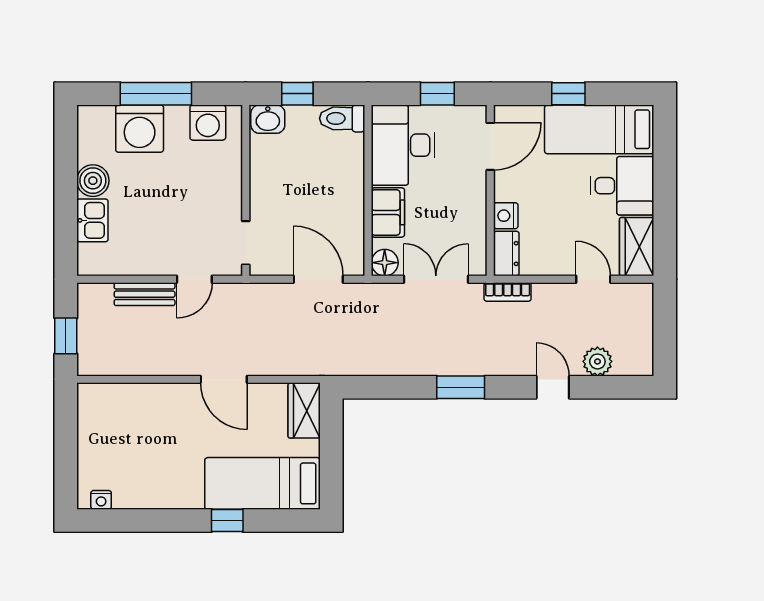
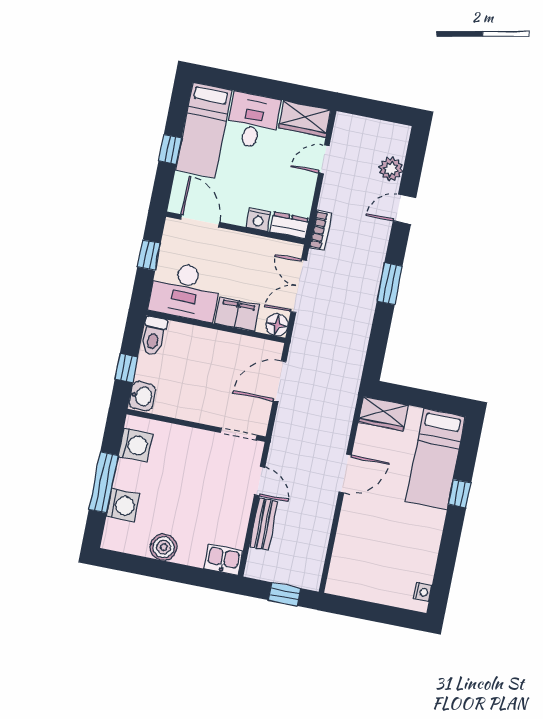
washing machine: (140, 129) -> (123, 505), width x0.73, depth x0.73
kitchen sink: (92, 220) -> (223, 559), moved

